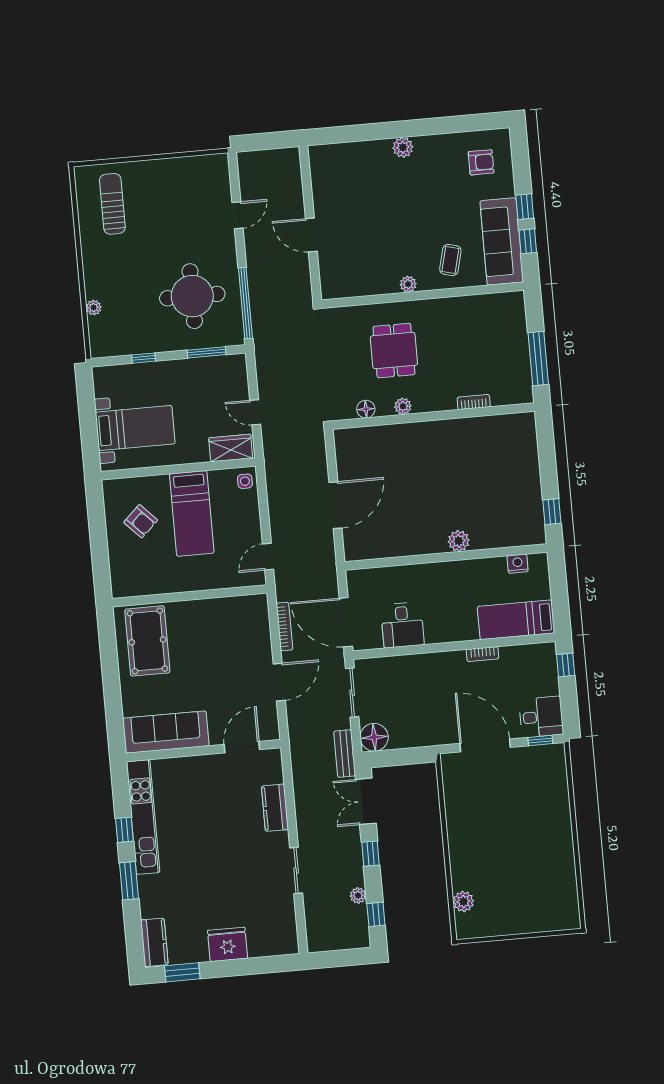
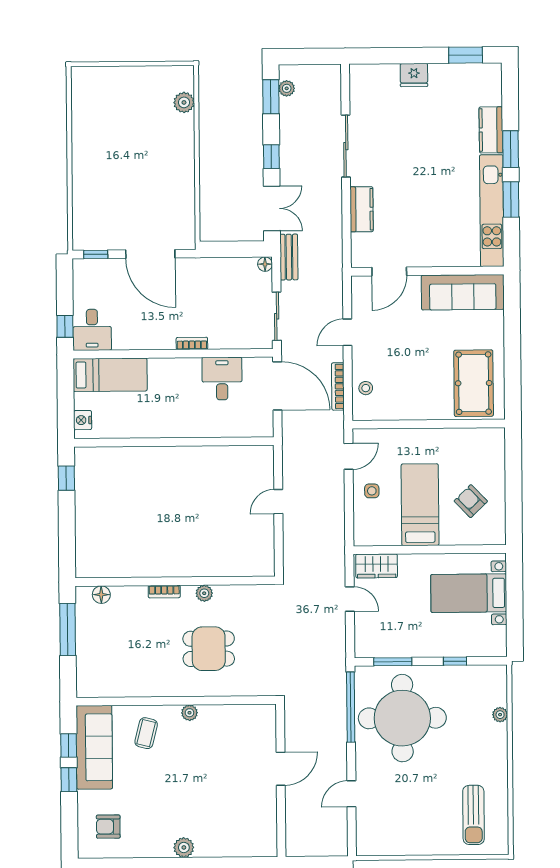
door: (311, 235) -> (281, 769), hinge flipped
round table: (192, 296) -> (402, 718), width x1.36, depth x1.36
dining table: (394, 351) -> (209, 649), turned 90
bookcase: (474, 402) -> (164, 592), moved
floor lamp: (366, 409) -> (101, 595), moved
side table: (245, 481) -> (372, 491), moved
door: (335, 505) -> (278, 502), width x0.53
plant: (459, 541) -> (160, 457), removed
nightstand: (518, 564) -> (83, 420), moved, turned 90
stool: (256, 627) -> (366, 388), added
bookcase: (482, 654) -> (192, 343), moved
door: (279, 682) -> (347, 332), width x0.73
desk: (541, 717) -> (92, 330), moved, turned -90
floor lamp: (374, 737) -> (265, 264), width x0.53, depth x0.53
window: (124, 830) -> (511, 200), width x1.50
sliding door: (296, 870) -> (346, 146), width x1.37
plant: (358, 896) -> (287, 88), moved
window: (376, 914) -> (271, 97), width x1.50
kitchen counter: (154, 942) -> (491, 130), moved
fridge: (228, 944) -> (414, 75), width x0.73, depth x0.75

